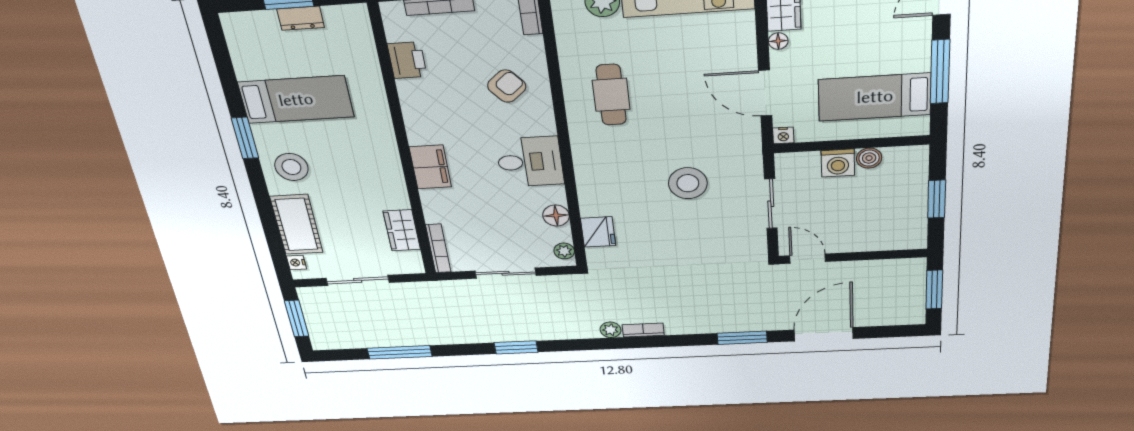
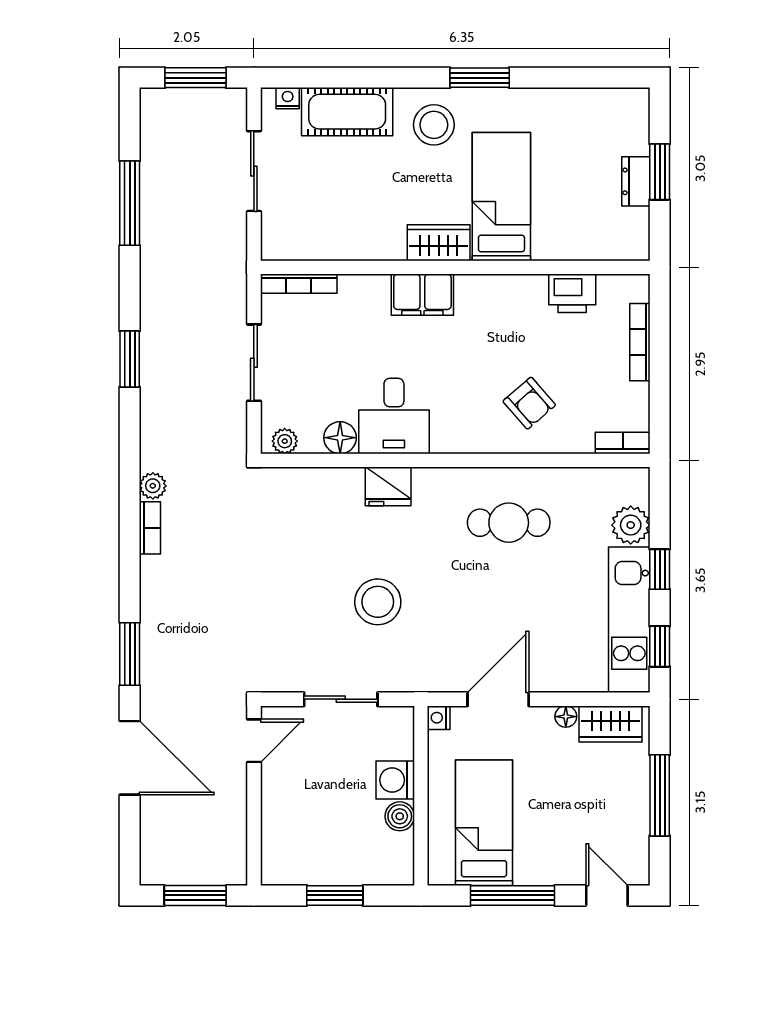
bed: (296, 100) -> (501, 197), moved, turned 180
desk: (530, 162) -> (394, 416), moved
wardrobe: (402, 230) -> (439, 243), moved
fridge: (598, 232) -> (388, 486), moved

